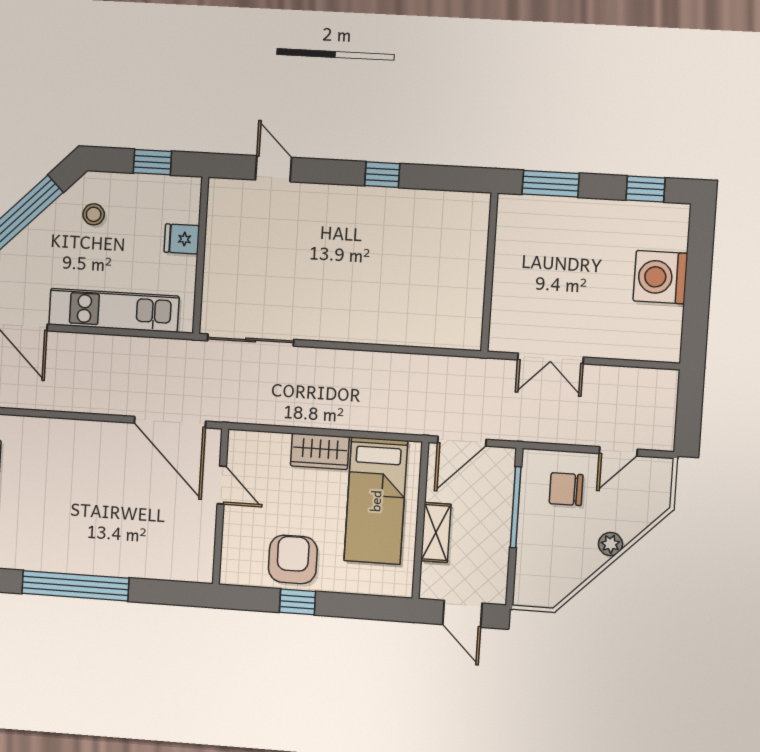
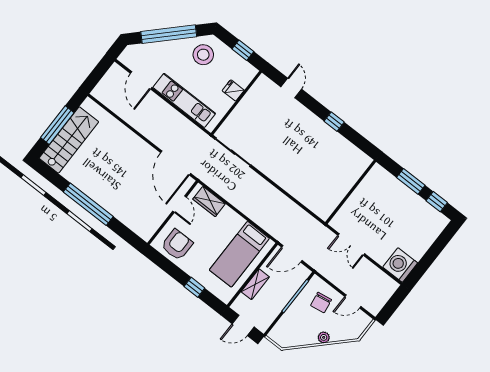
window: (551, 184) -> (411, 181), moved
stool: (94, 214) -> (203, 55), width x1.89, depth x1.89
washing machine: (660, 277) -> (400, 265), moved
wardrobe: (320, 451) -> (209, 202), moved
chair: (566, 489) -> (321, 303), turned -99
armchair: (293, 559) -> (177, 245), moved
window: (297, 602) -> (194, 287), moved
door: (462, 614) -> (243, 325), hinge flipped

